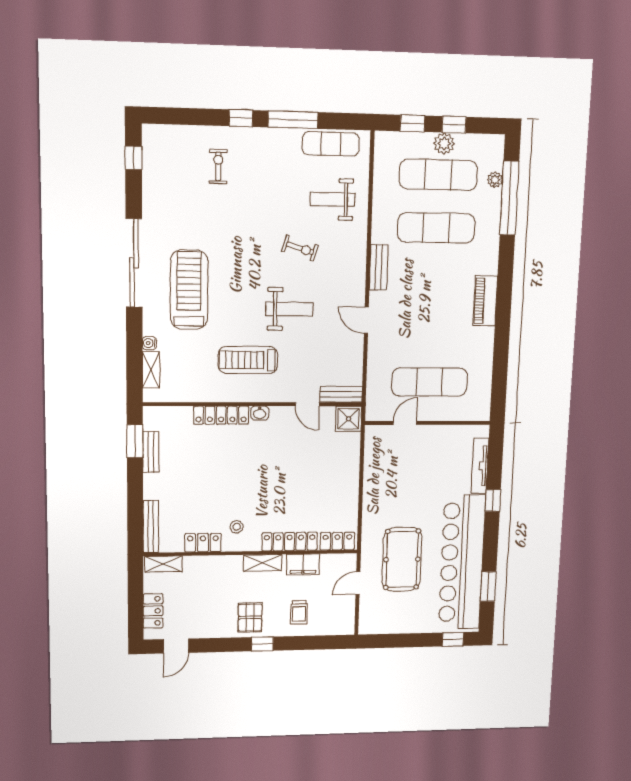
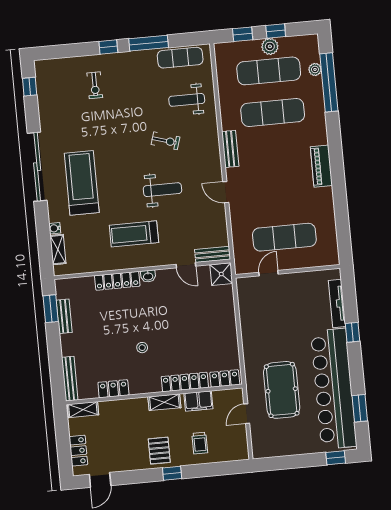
exercise bike: (218, 166) -> (95, 85), turned 180
stool: (237, 527) -> (142, 348), moved

